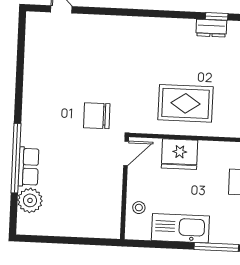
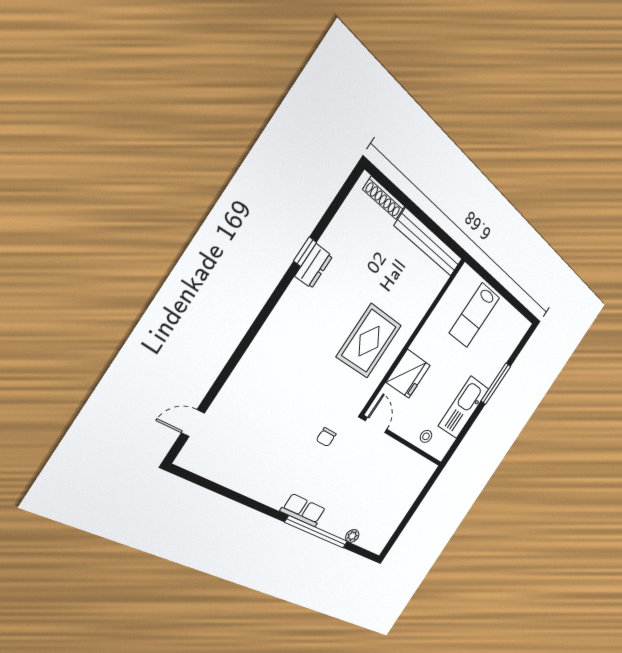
chair: (97, 116) -> (326, 437), width x0.54, depth x0.54
row of seats: (29, 167) -> (303, 510), moved
plant: (30, 200) -> (352, 536), width x0.53, depth x0.53

